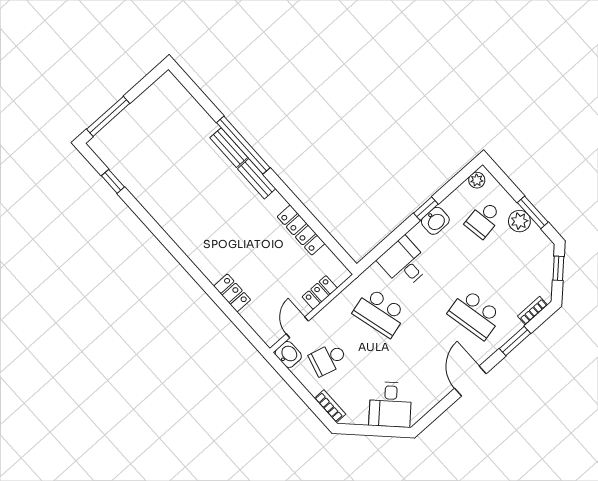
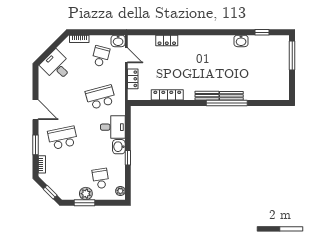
washbasin: (148, 198) -> (241, 41), added
washbasin: (435, 221) -> (119, 147), moved

